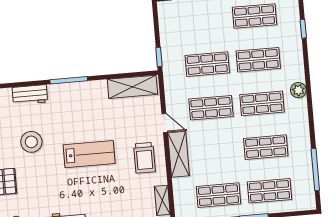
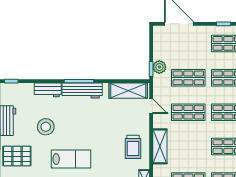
plant: (169, 53) -> (159, 67), added
workbench: (74, 92) -> (82, 91), added
door: (165, 123) -> (151, 106), moved
lab bench: (89, 154) -> (71, 159), moved

